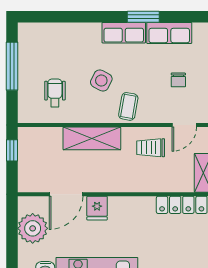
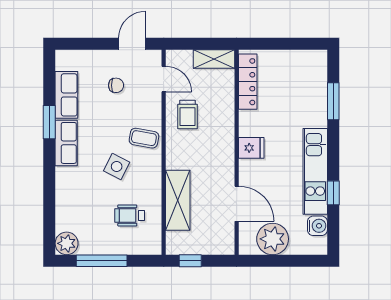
plant: (28, 33) -> (67, 243), added
shelving: (92, 138) -> (178, 200), moved
fridge: (97, 208) -> (251, 148), moved

